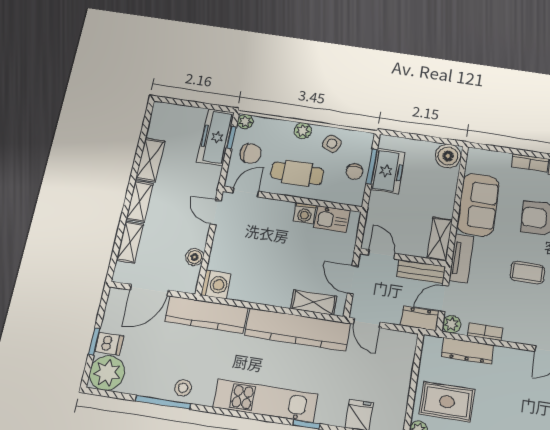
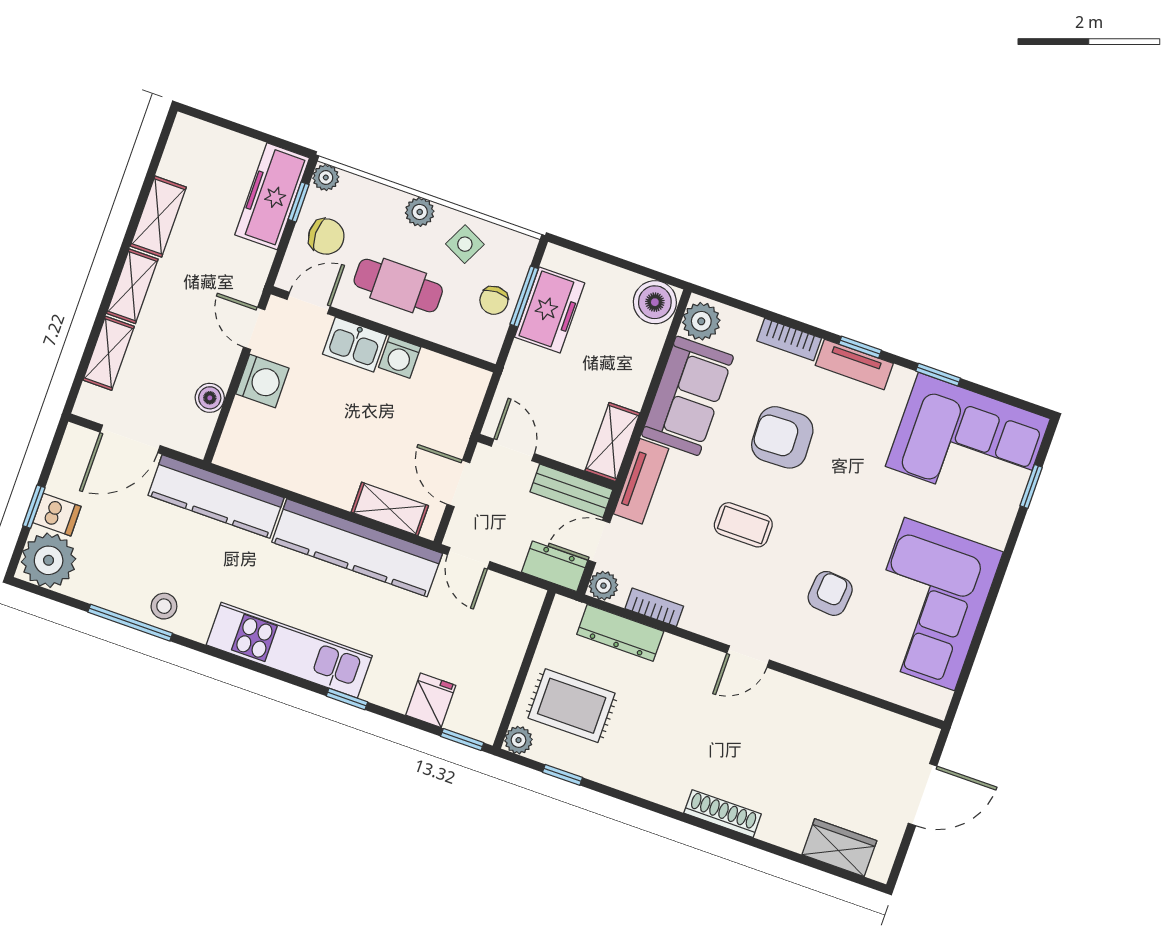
plant: (477, 162) -> (701, 321), added
kitchen sink: (332, 219) -> (355, 345), moved
washing machine: (216, 285) -> (262, 381), moved

